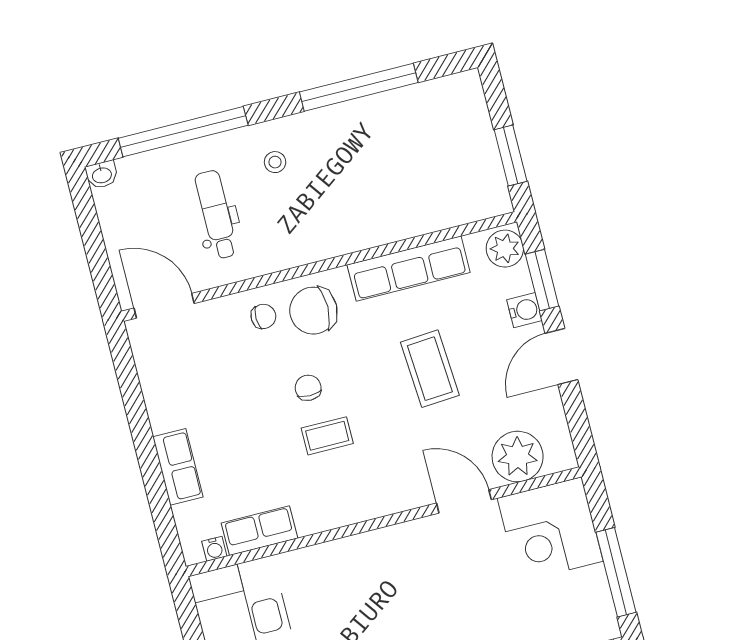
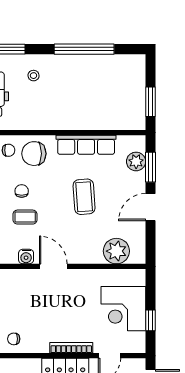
plant: (505, 249) -> (136, 161), moved
water cooler: (525, 310) -> (26, 257), moved, turned 90
door: (464, 501) -> (53, 266), moved
corner desk: (550, 530) -> (123, 309), moved
window: (616, 572) -> (150, 320), width x0.46

